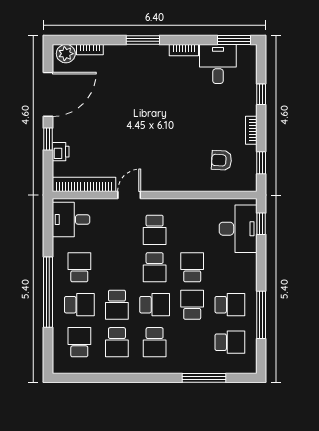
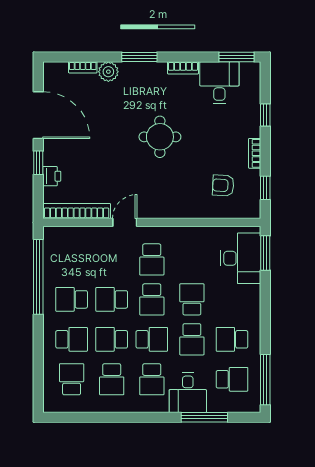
plant: (66, 54) -> (108, 72), moved
door: (48, 94) -> (38, 115), hinge flipped
round table: (162, 115) -> (160, 137), added
desk: (71, 220) -> (188, 393), moved, turned -90
window: (261, 224) -> (265, 253), width x1.50
school desk: (79, 267) -> (72, 299), turned -90
school desk: (117, 267) -> (112, 299), added
window: (48, 292) -> (38, 277), moved
school desk: (117, 305) -> (112, 339), turned 90
school desk: (192, 305) -> (192, 339), turned 180
school desk: (230, 305) -> (232, 339), turned 180
window: (261, 315) -> (265, 380), moved

